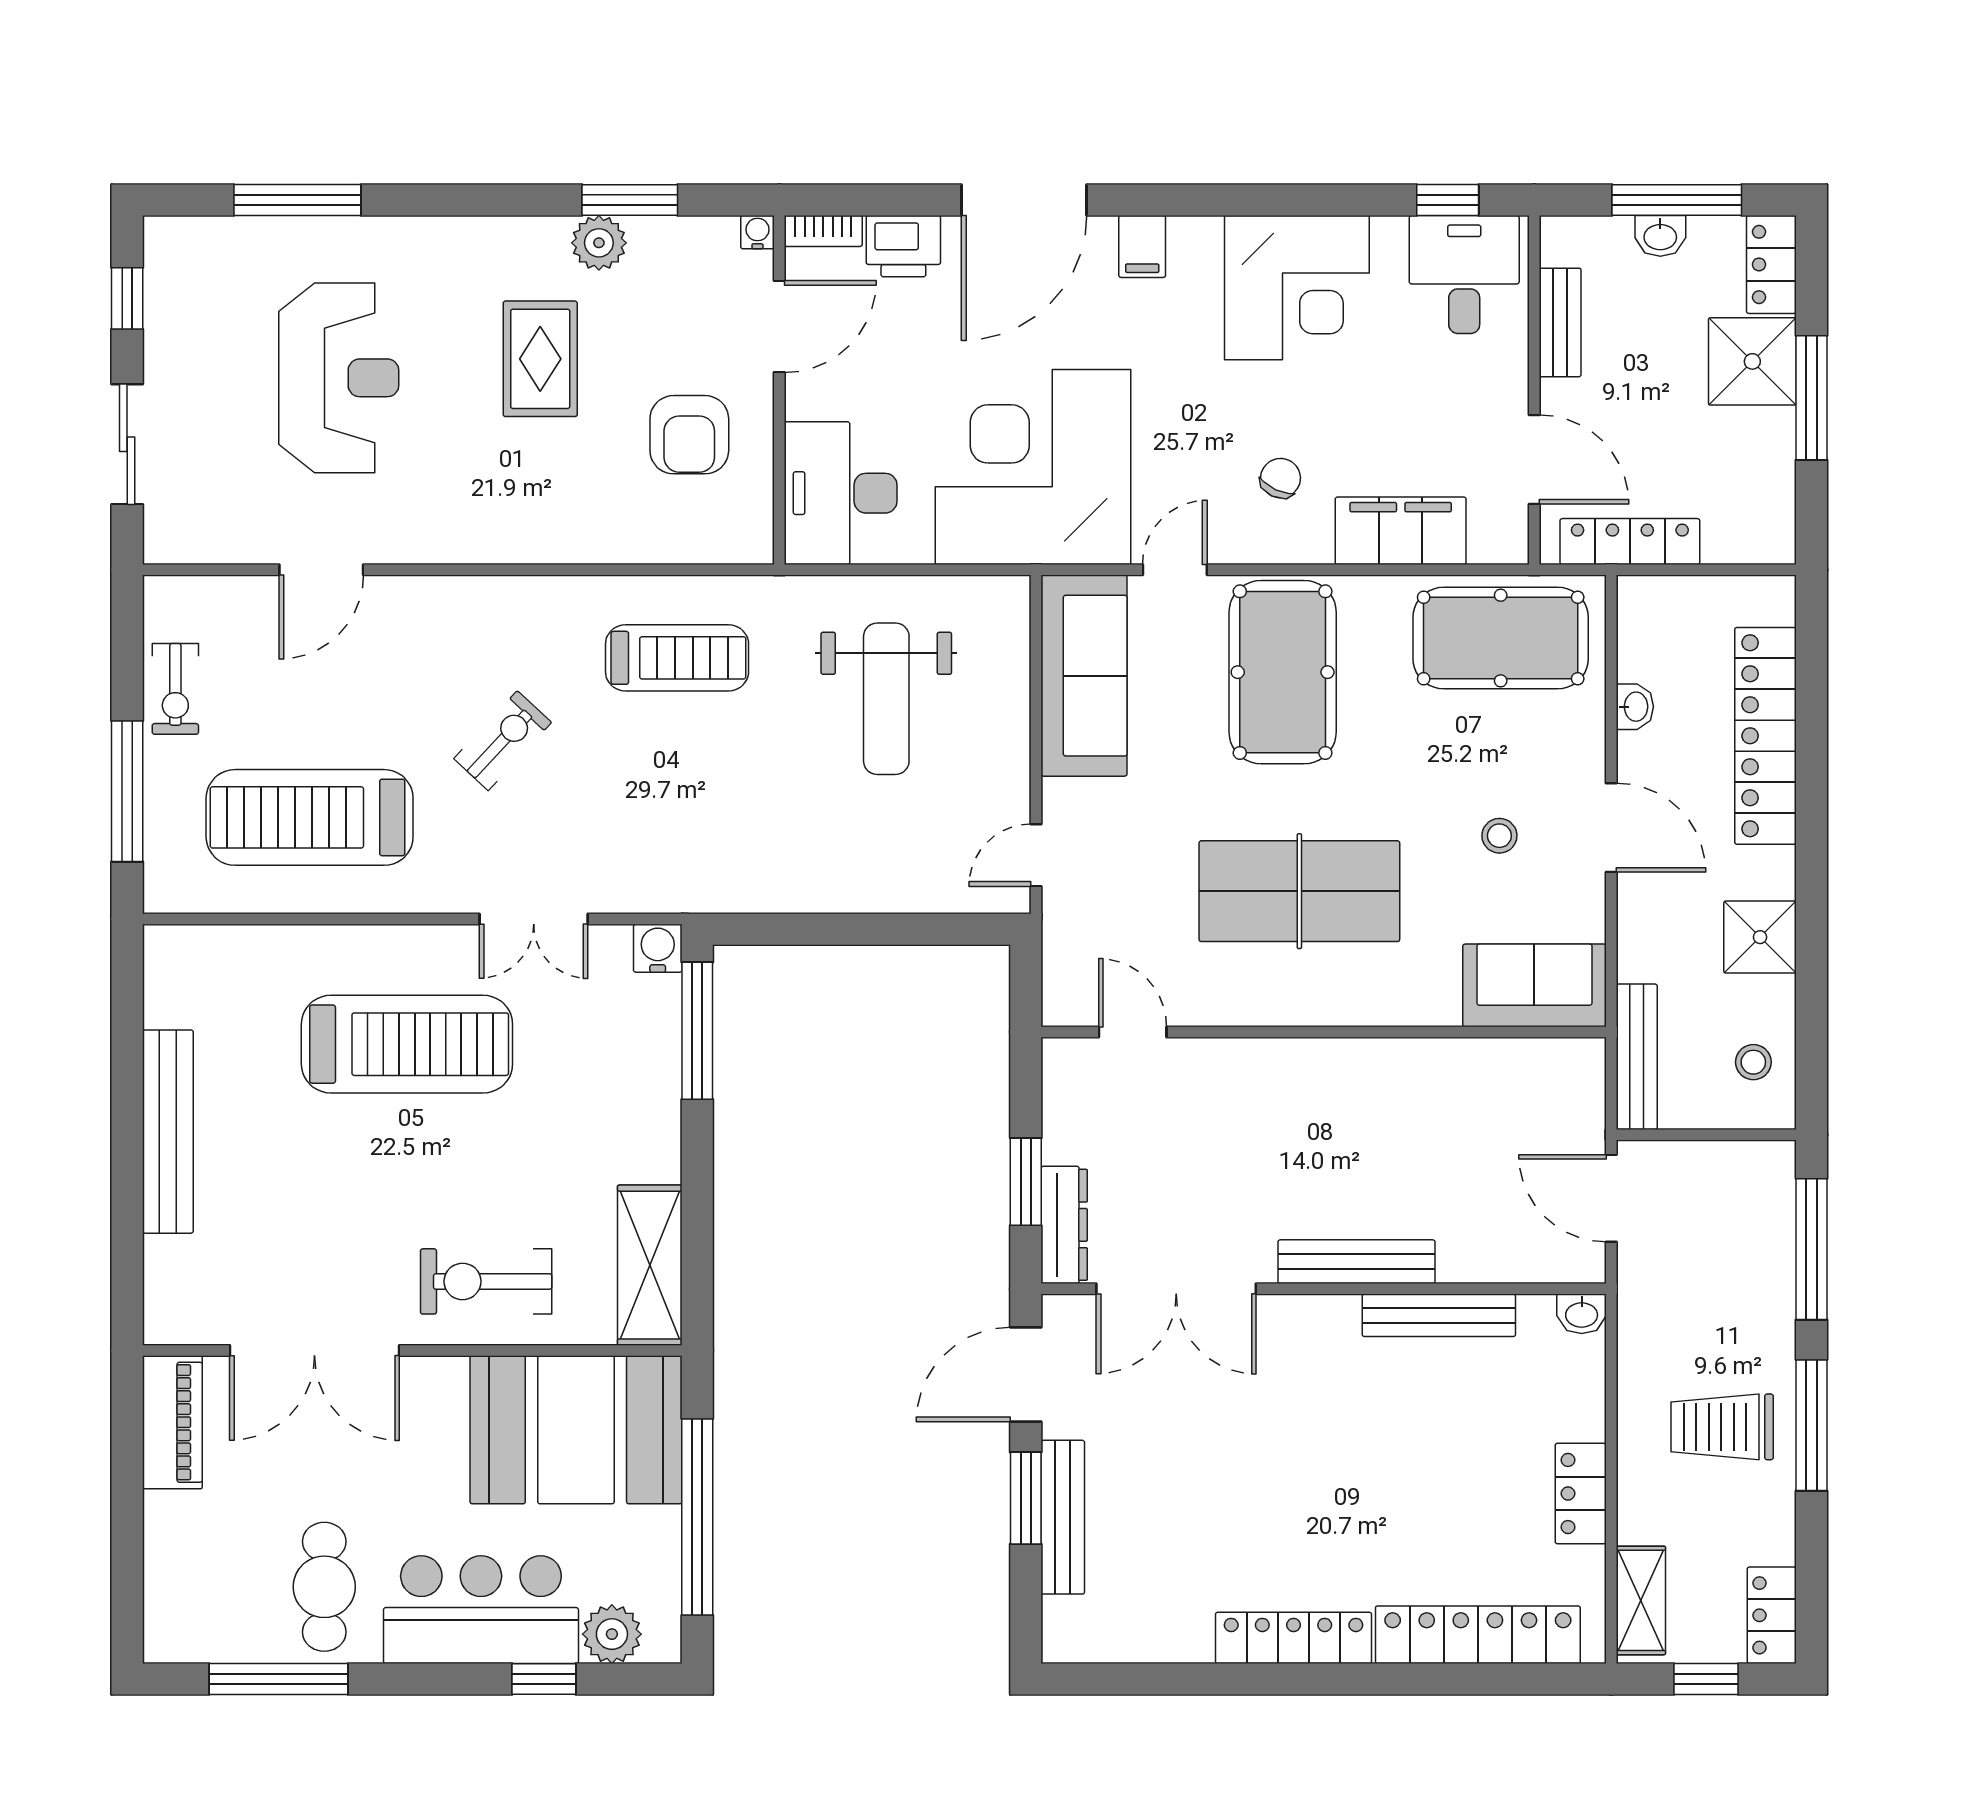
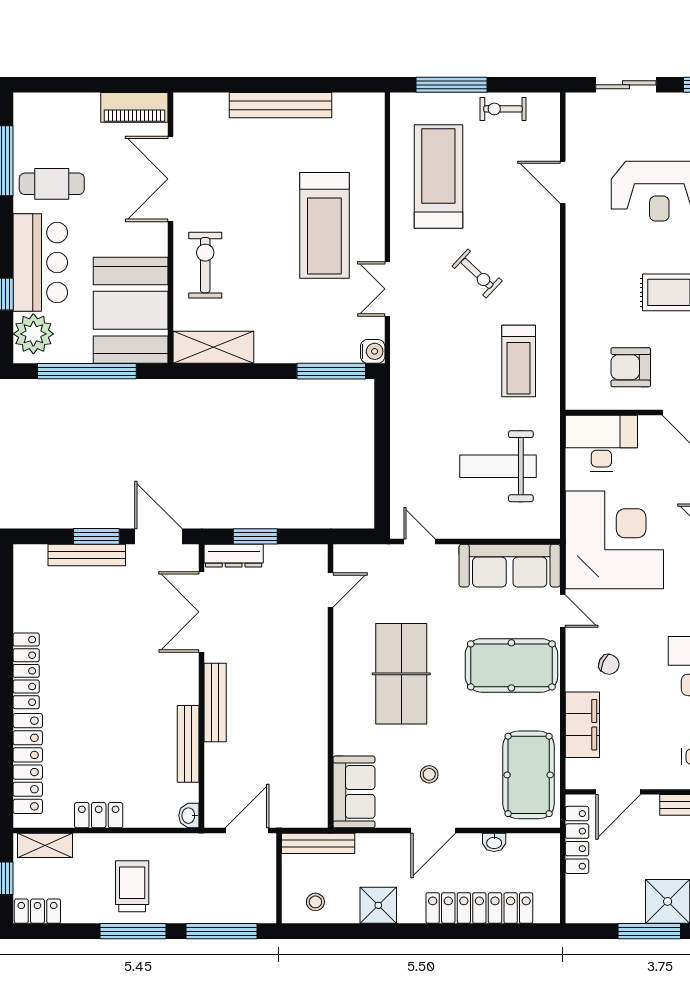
plant: (612, 1634) -> (33, 334), width x1.36, depth x1.36

